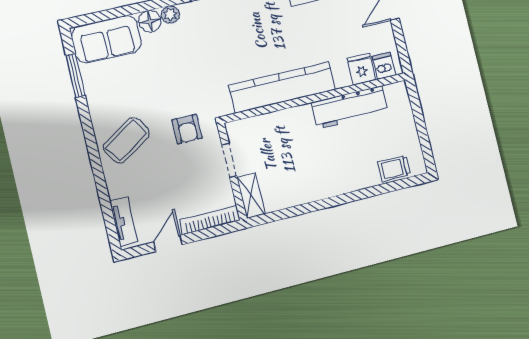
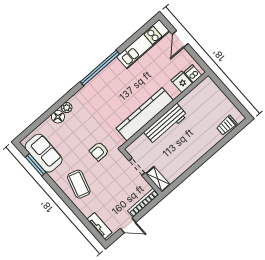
sofa: (106, 39) -> (44, 153), moved, turned -90
workbench: (350, 107) -> (165, 124), moved
armchair: (187, 129) -> (99, 151), moved, turned 90
coffee table: (126, 140) -> (79, 184), turned -40
door: (168, 243) -> (128, 225), swing flipped

